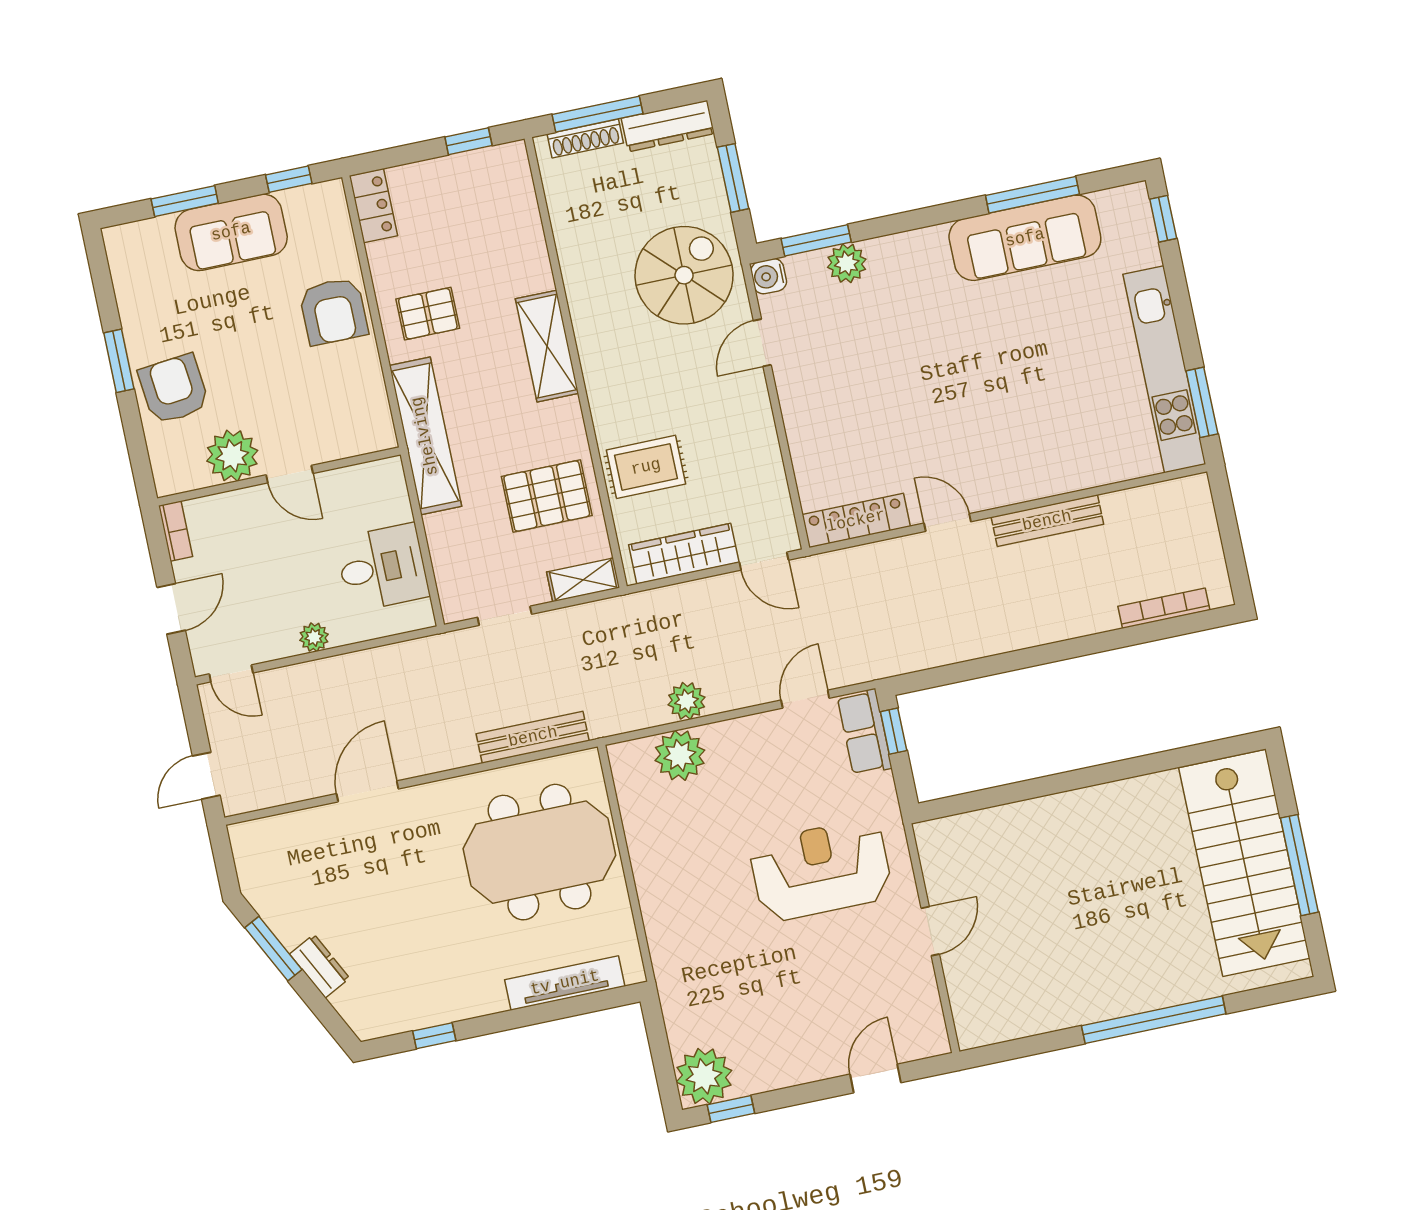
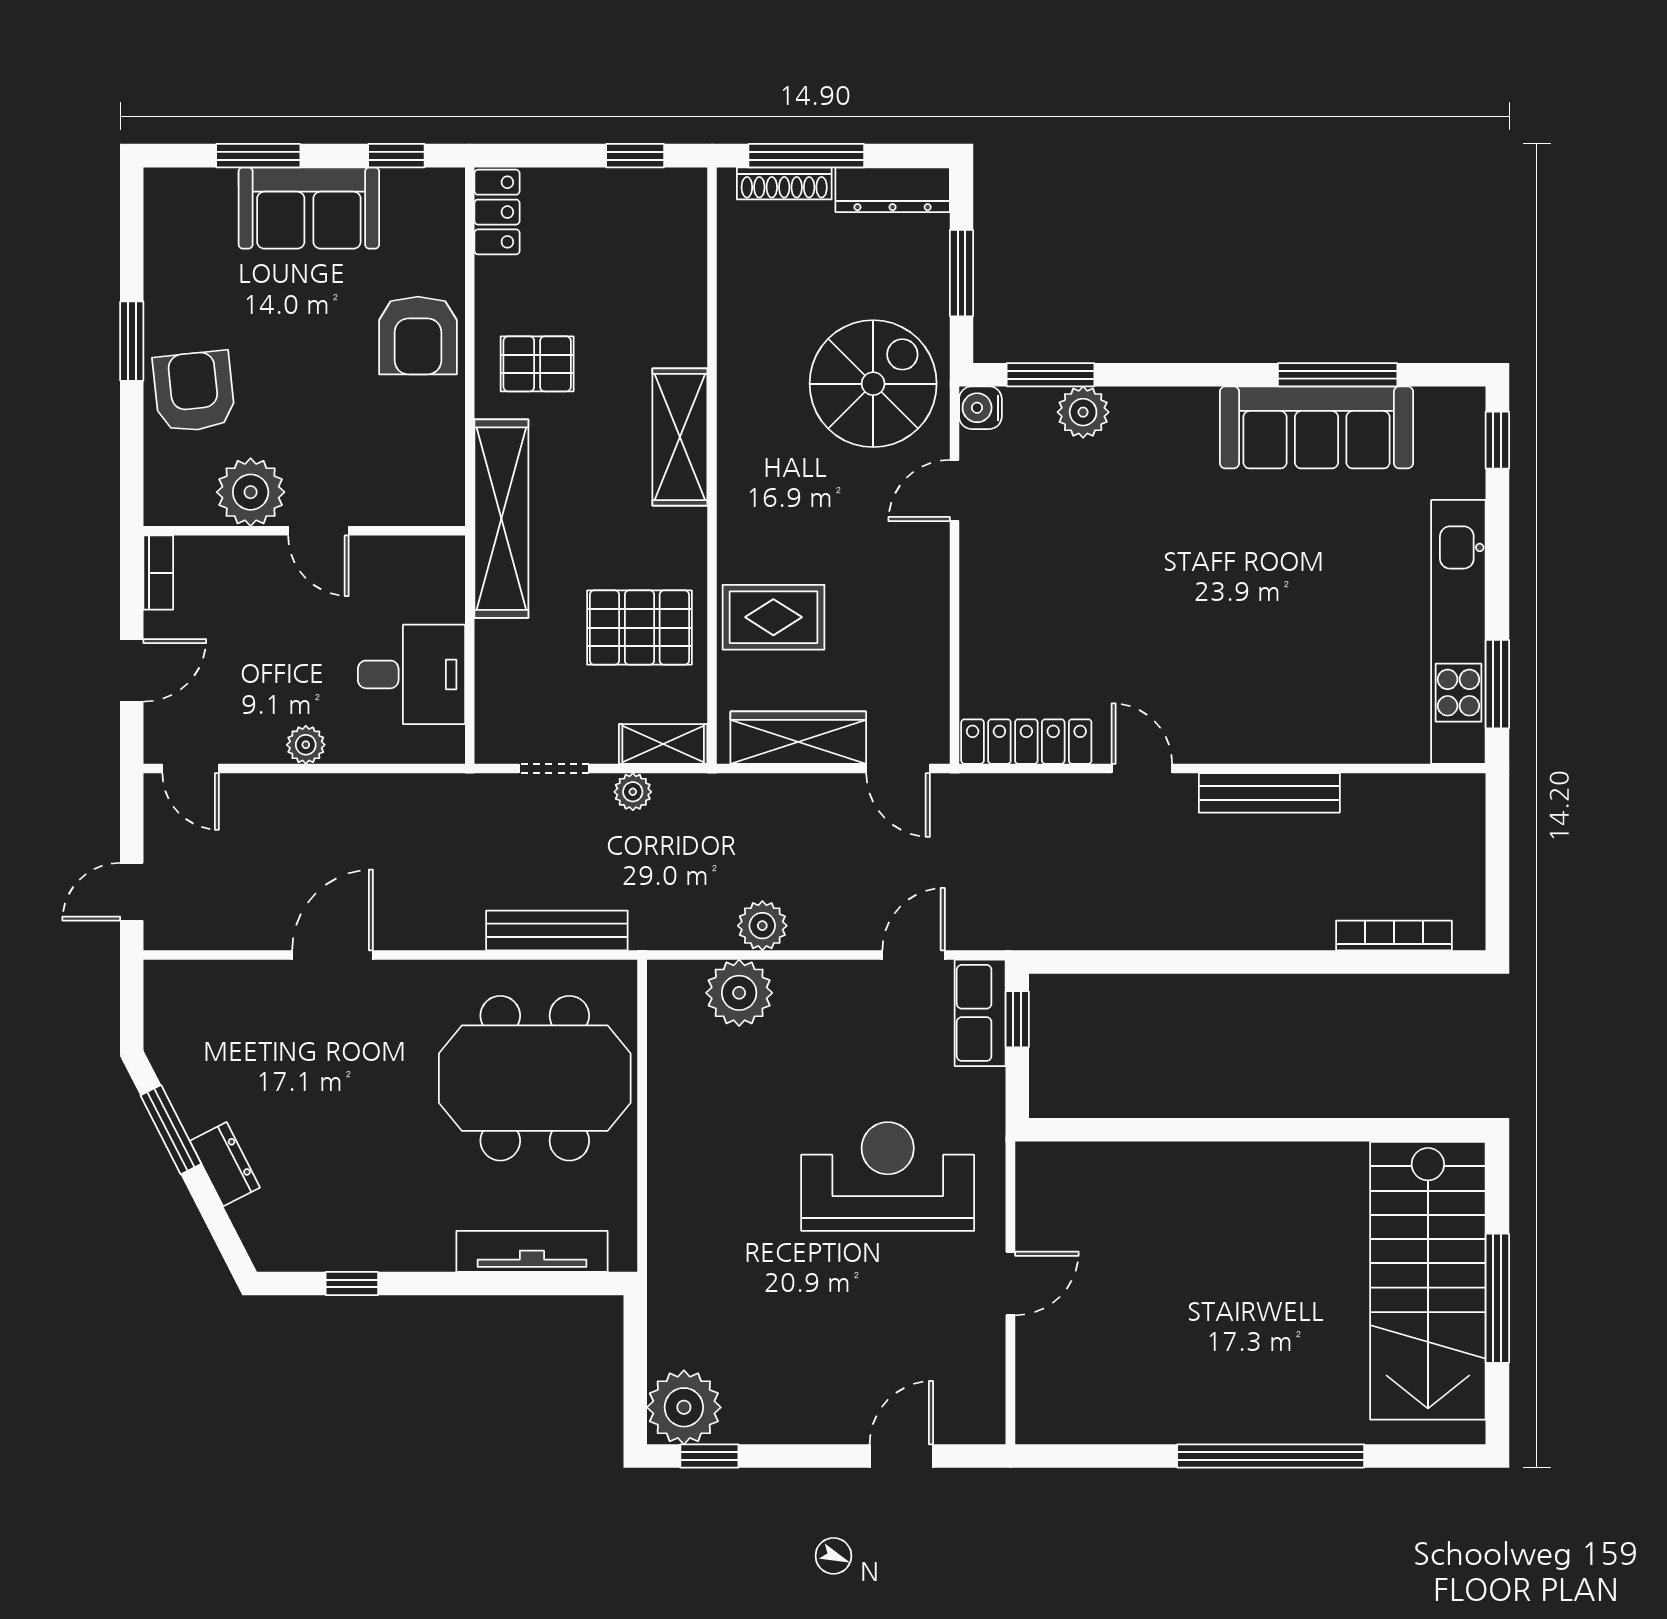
plant: (568, 621) -> (633, 792), added

